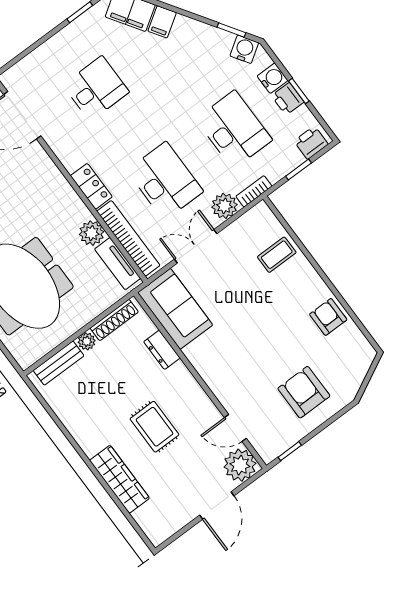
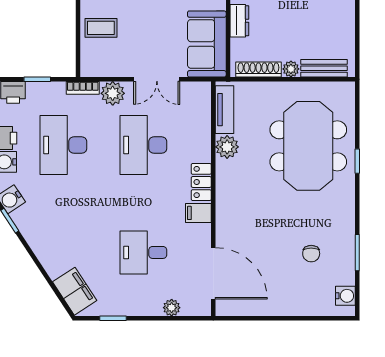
filing cabinet: (162, 22) -> (198, 213), moved, turned -147
plant: (36, 59) -> (172, 308), added
bookcase: (128, 238) -> (203, 123), removed

